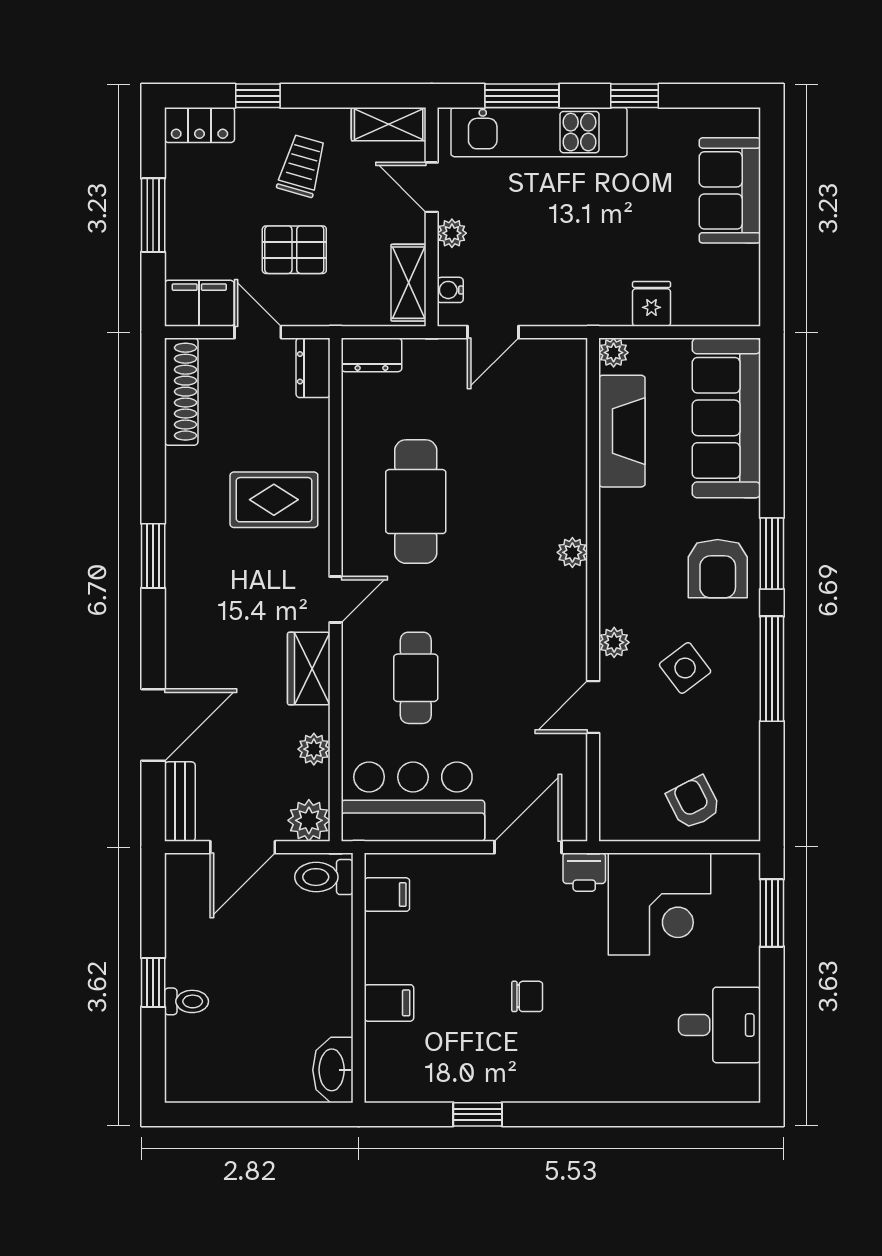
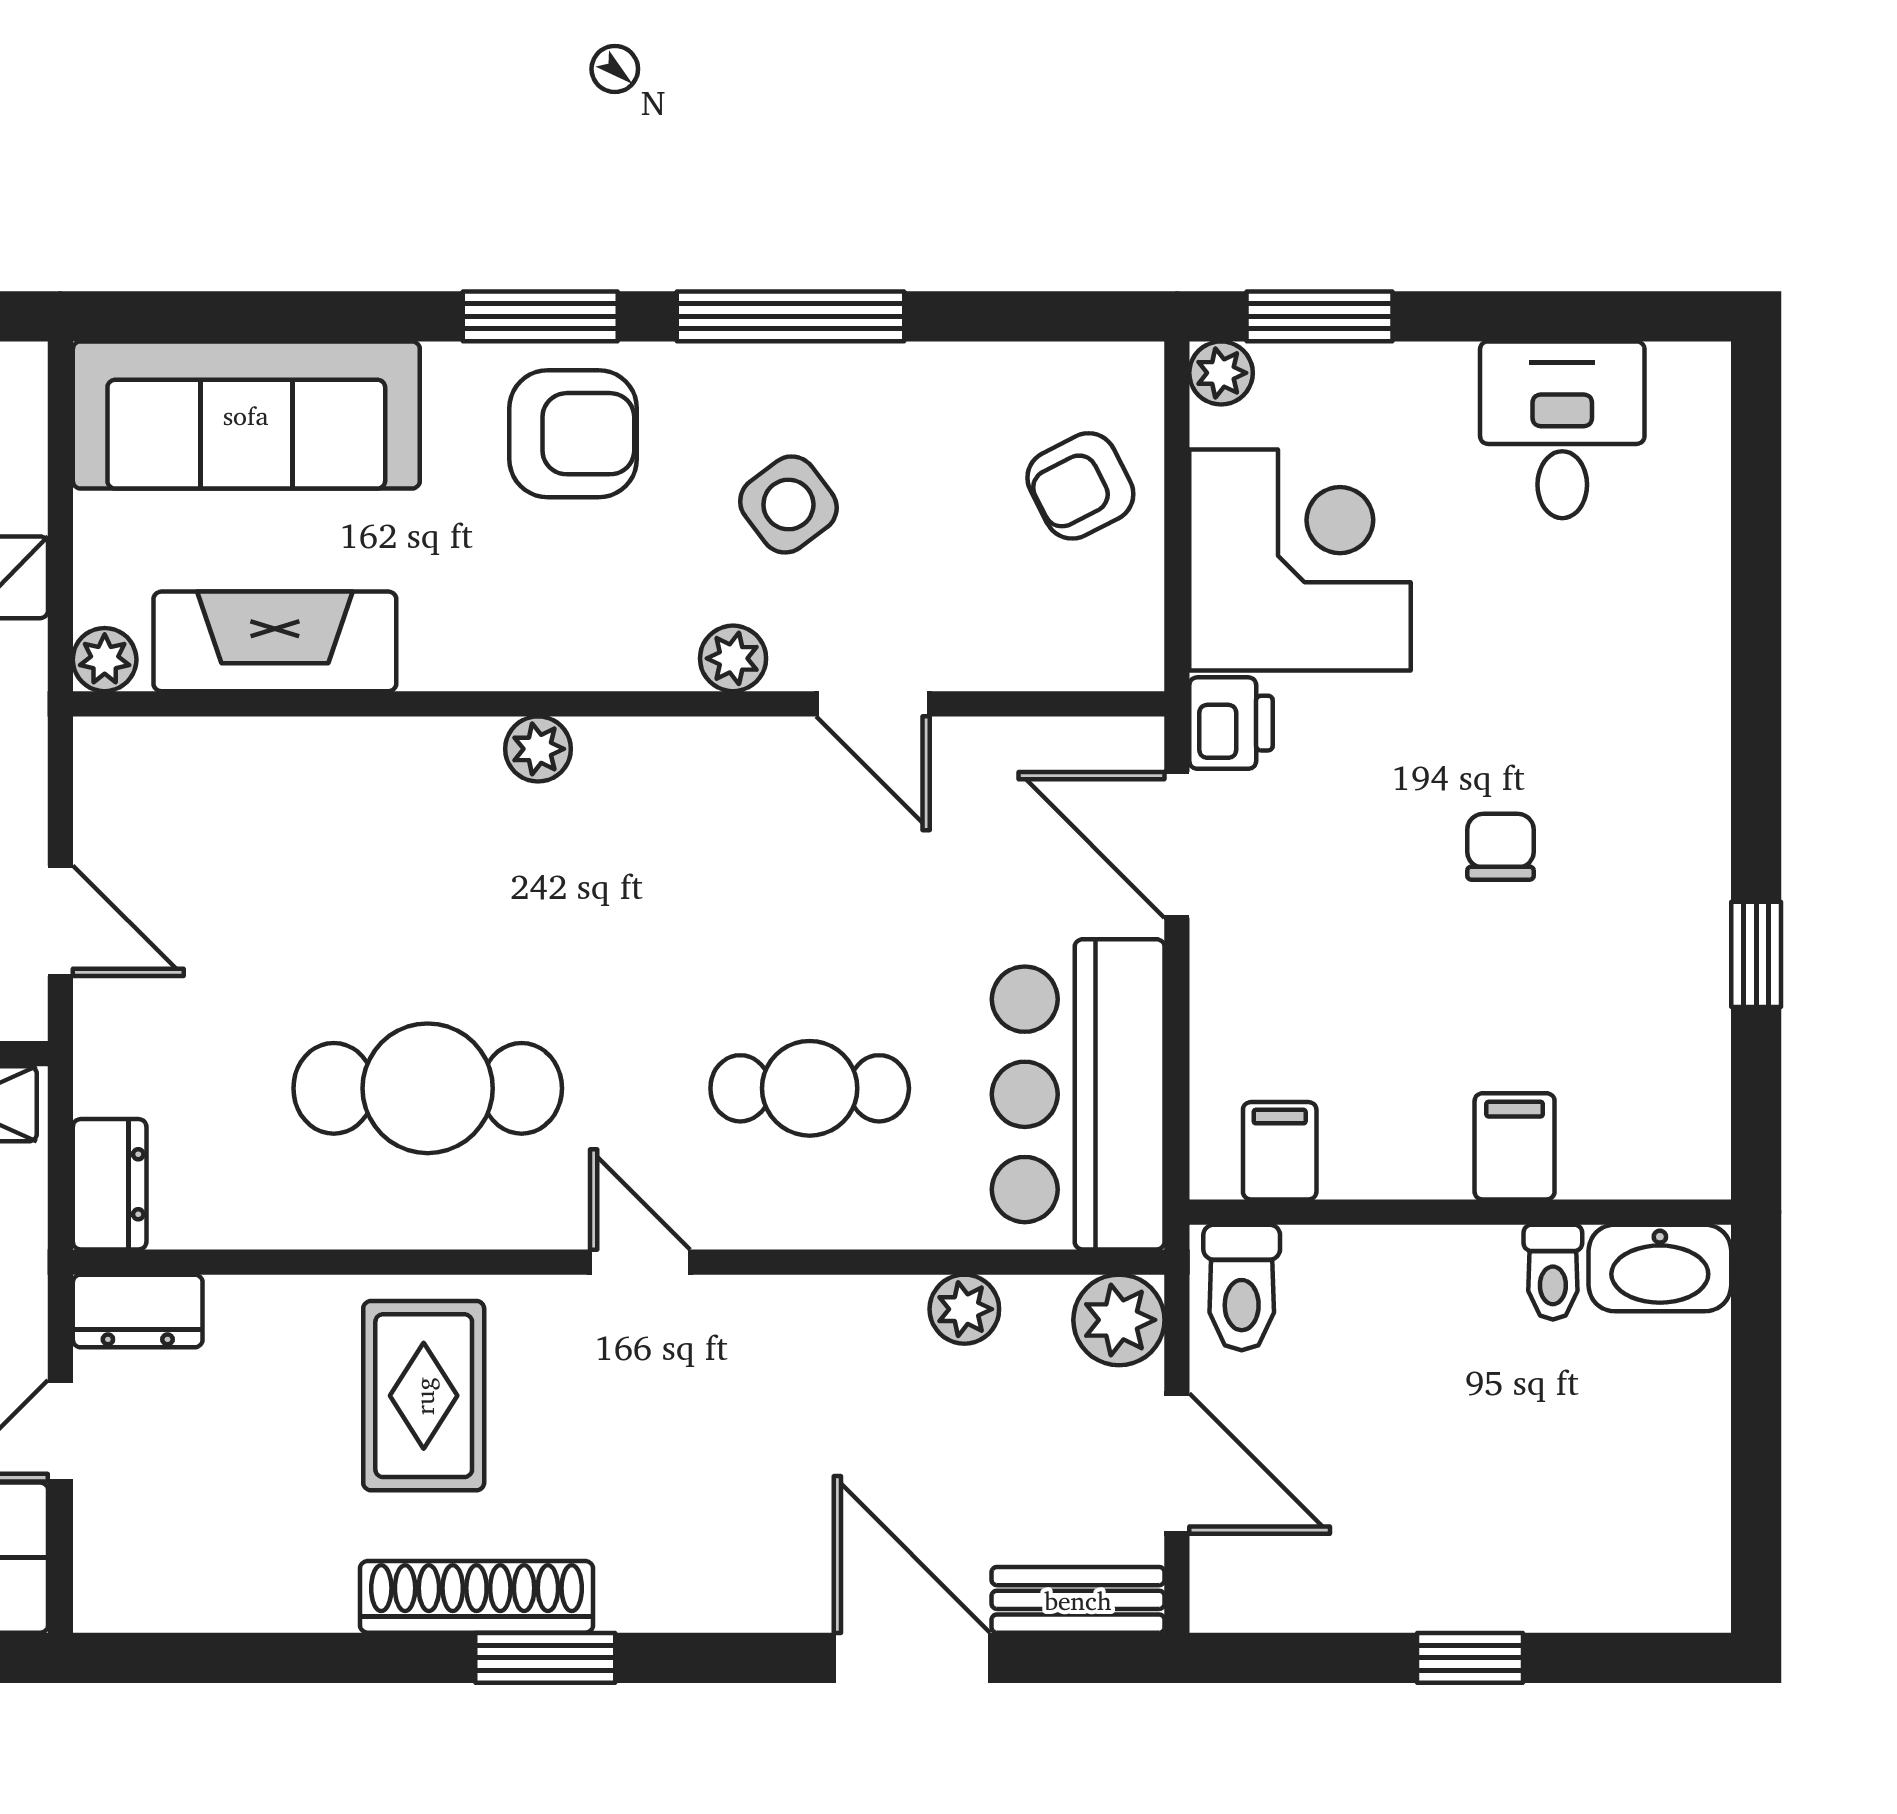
shoe rack: (181, 392) -> (476, 1597), moved
wardrobe: (309, 669) -> (790, 1320), removed
plant: (746, 868) -> (1221, 373), added
toilet: (187, 1001) -> (1553, 1272), moved, turned 180

